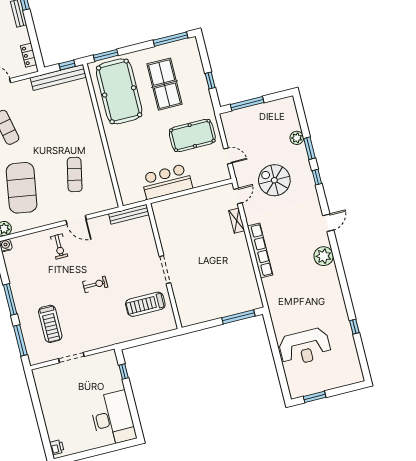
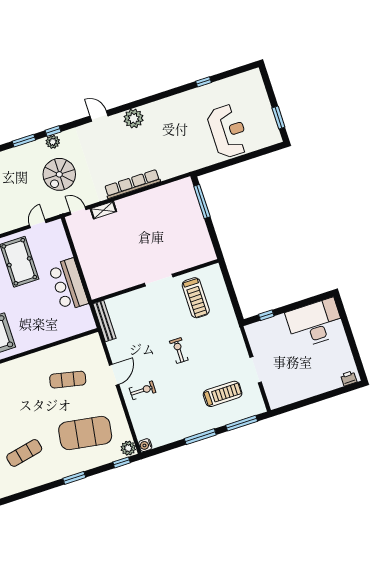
plant: (297, 138) -> (53, 142), moved

